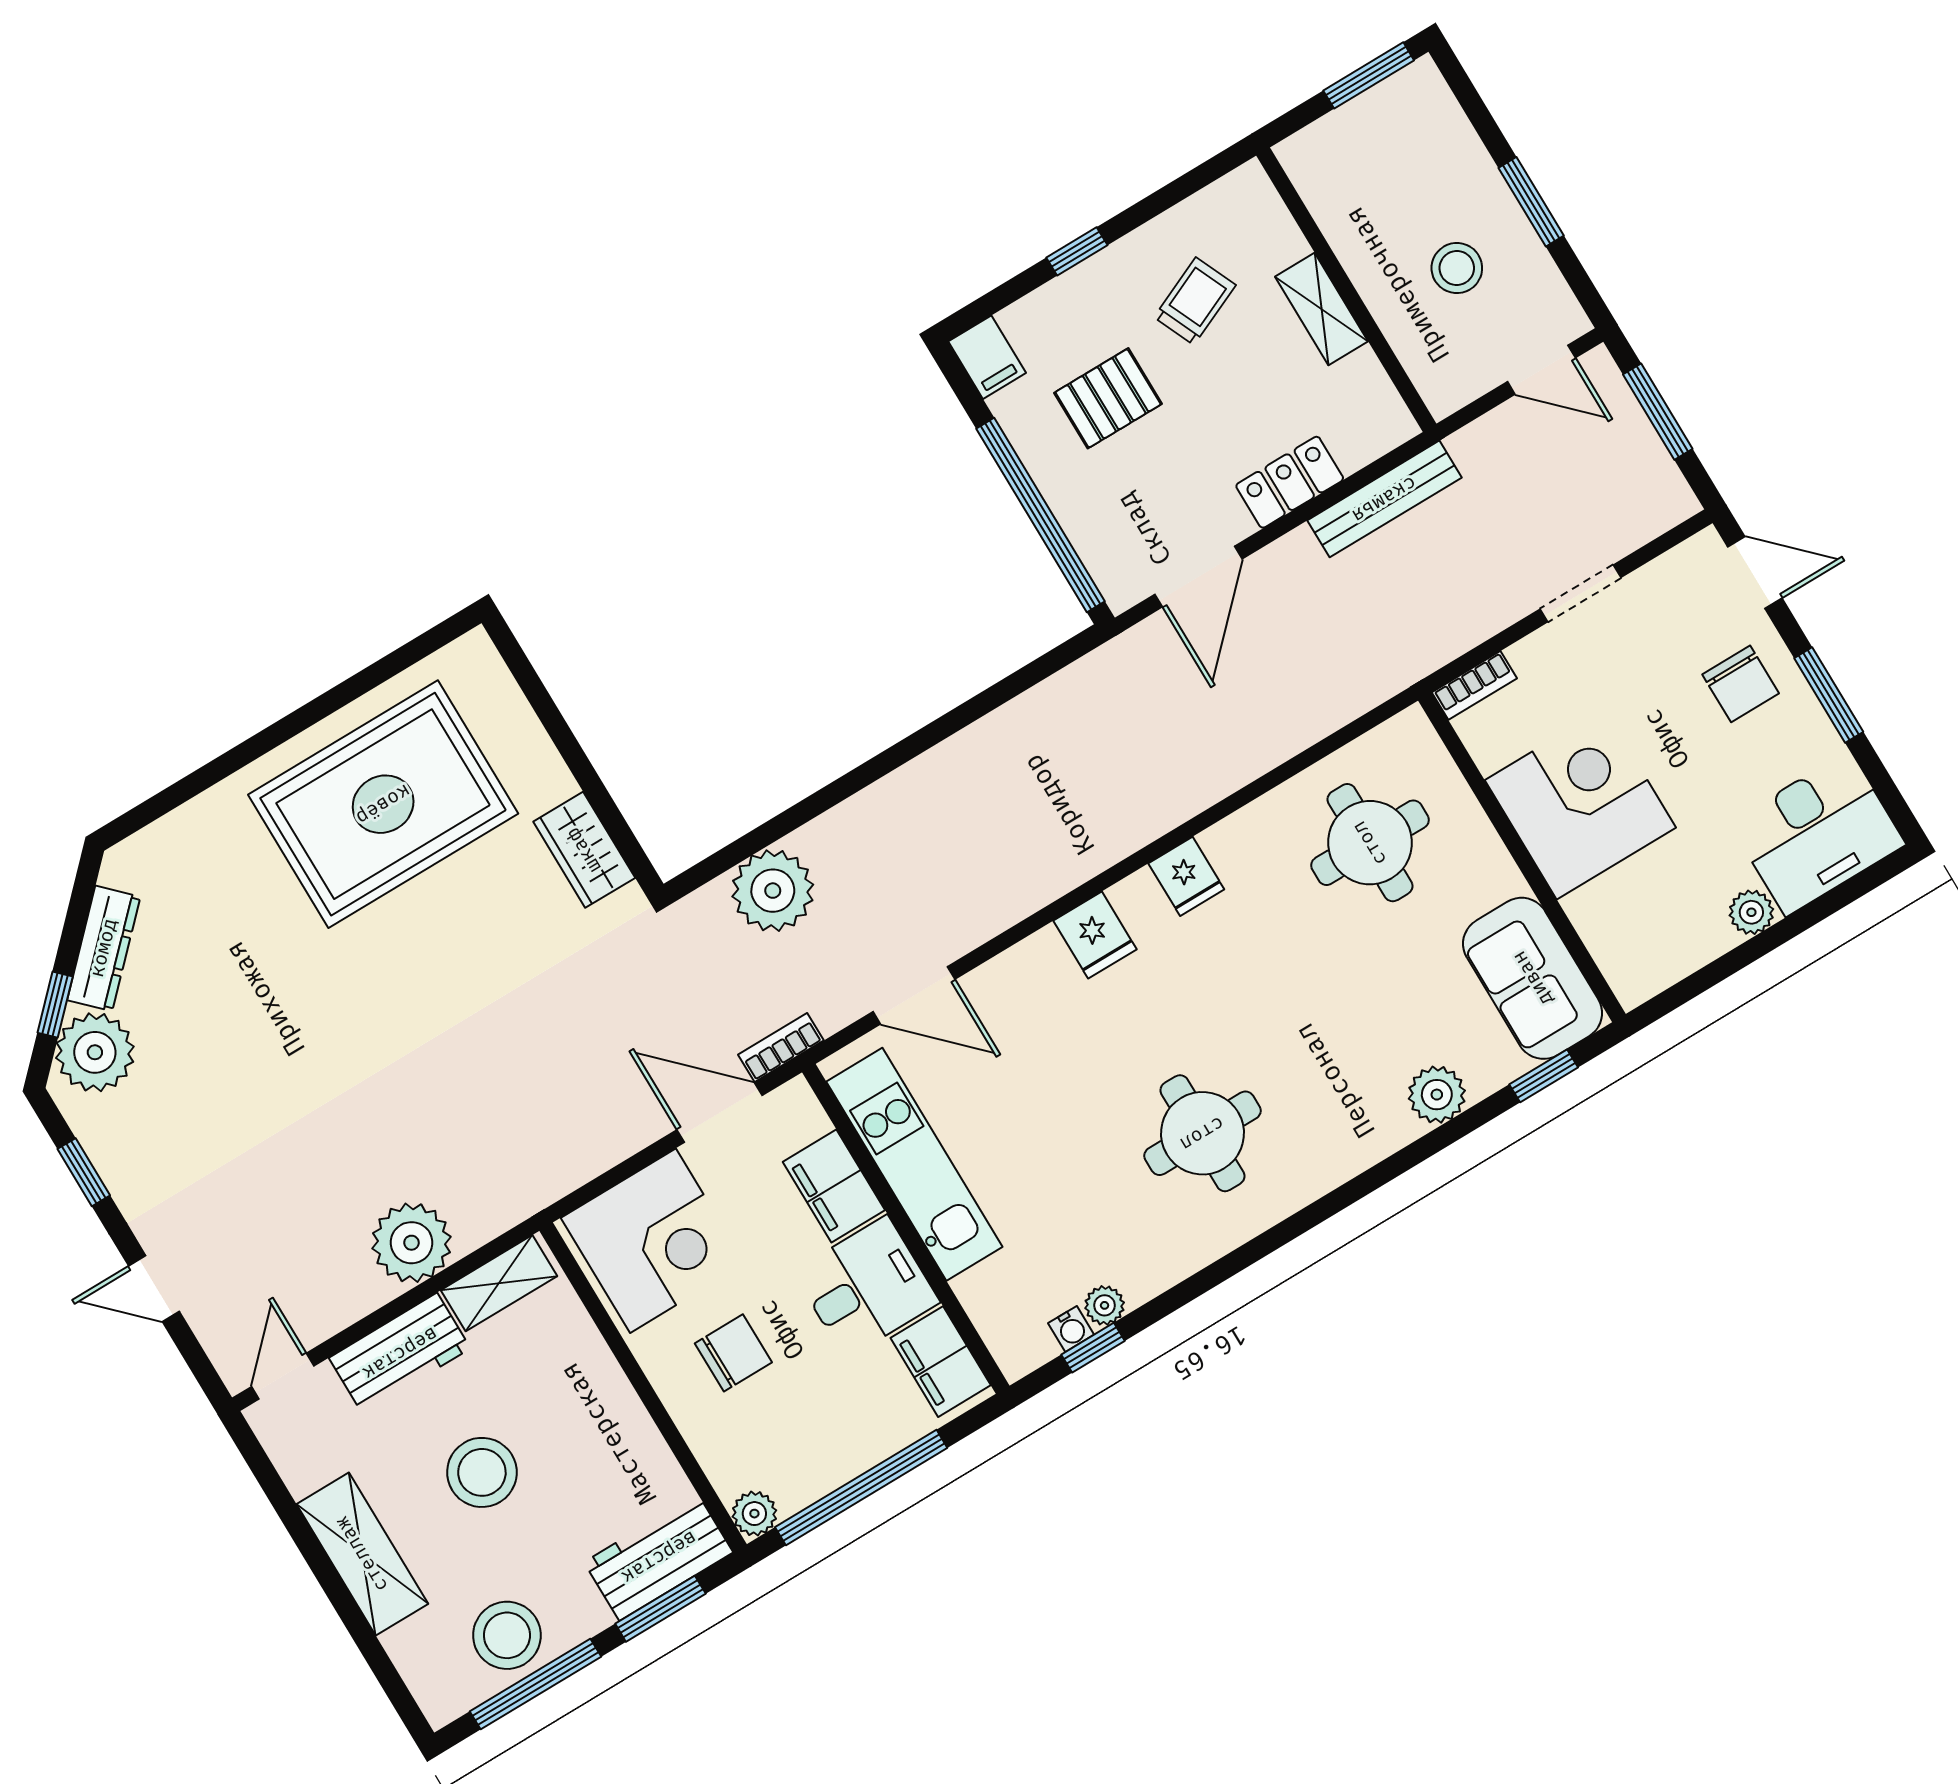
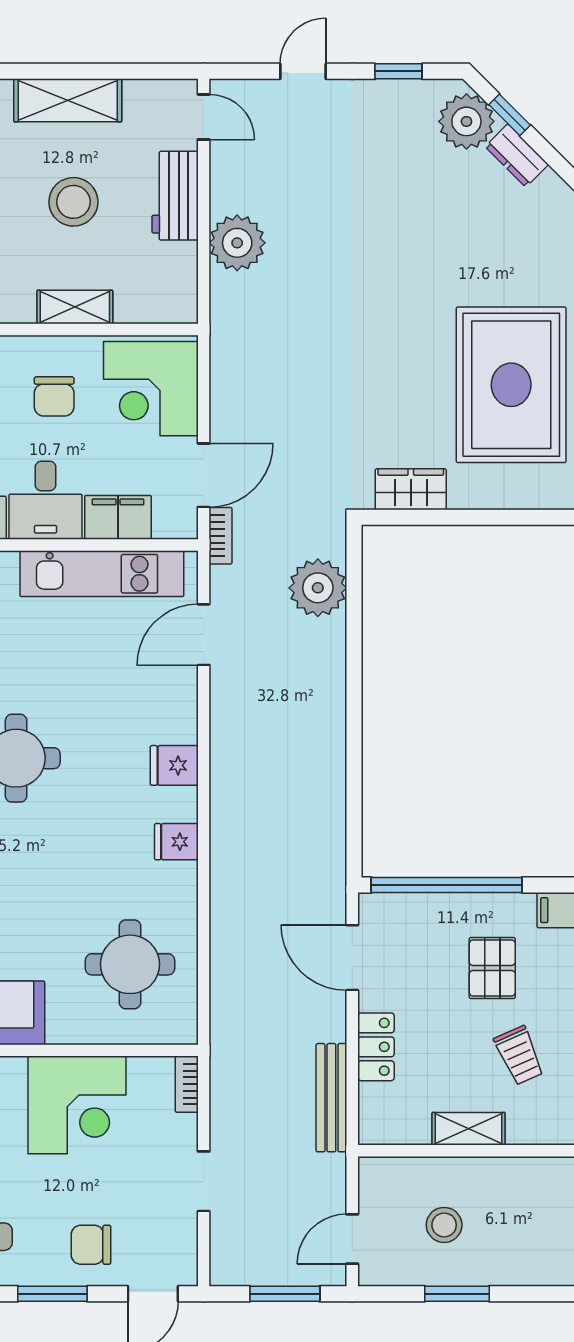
dresser: (104, 948) -> (517, 156), width x0.70
shelving: (499, 1283) -> (75, 307), moved, turned 90

